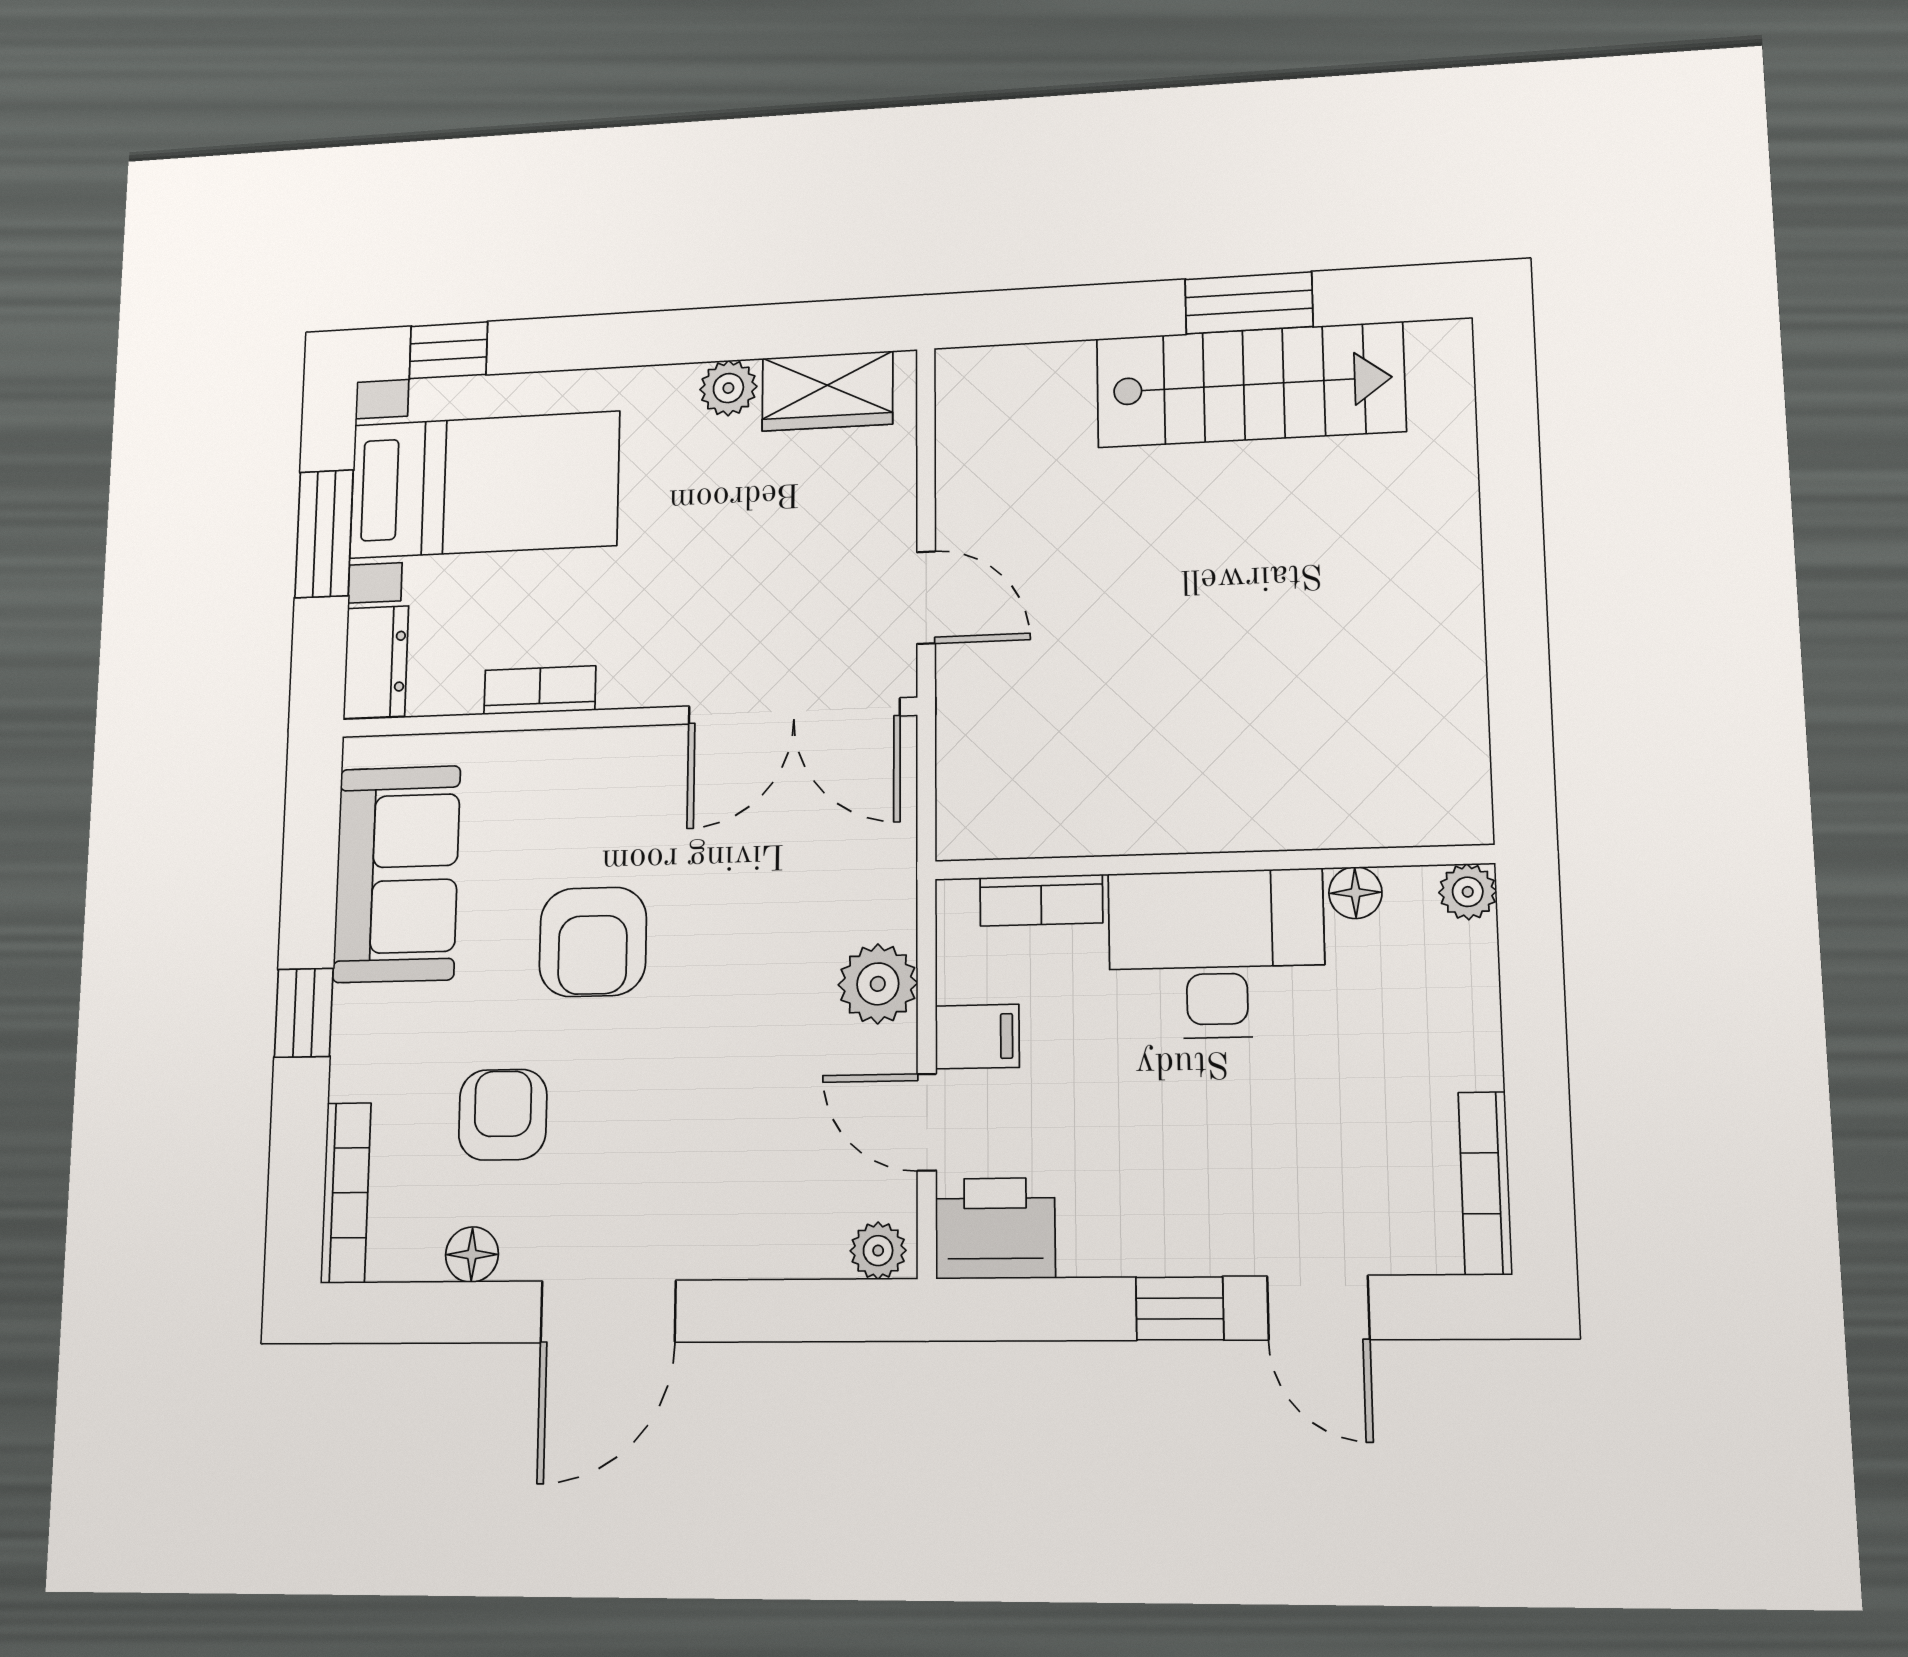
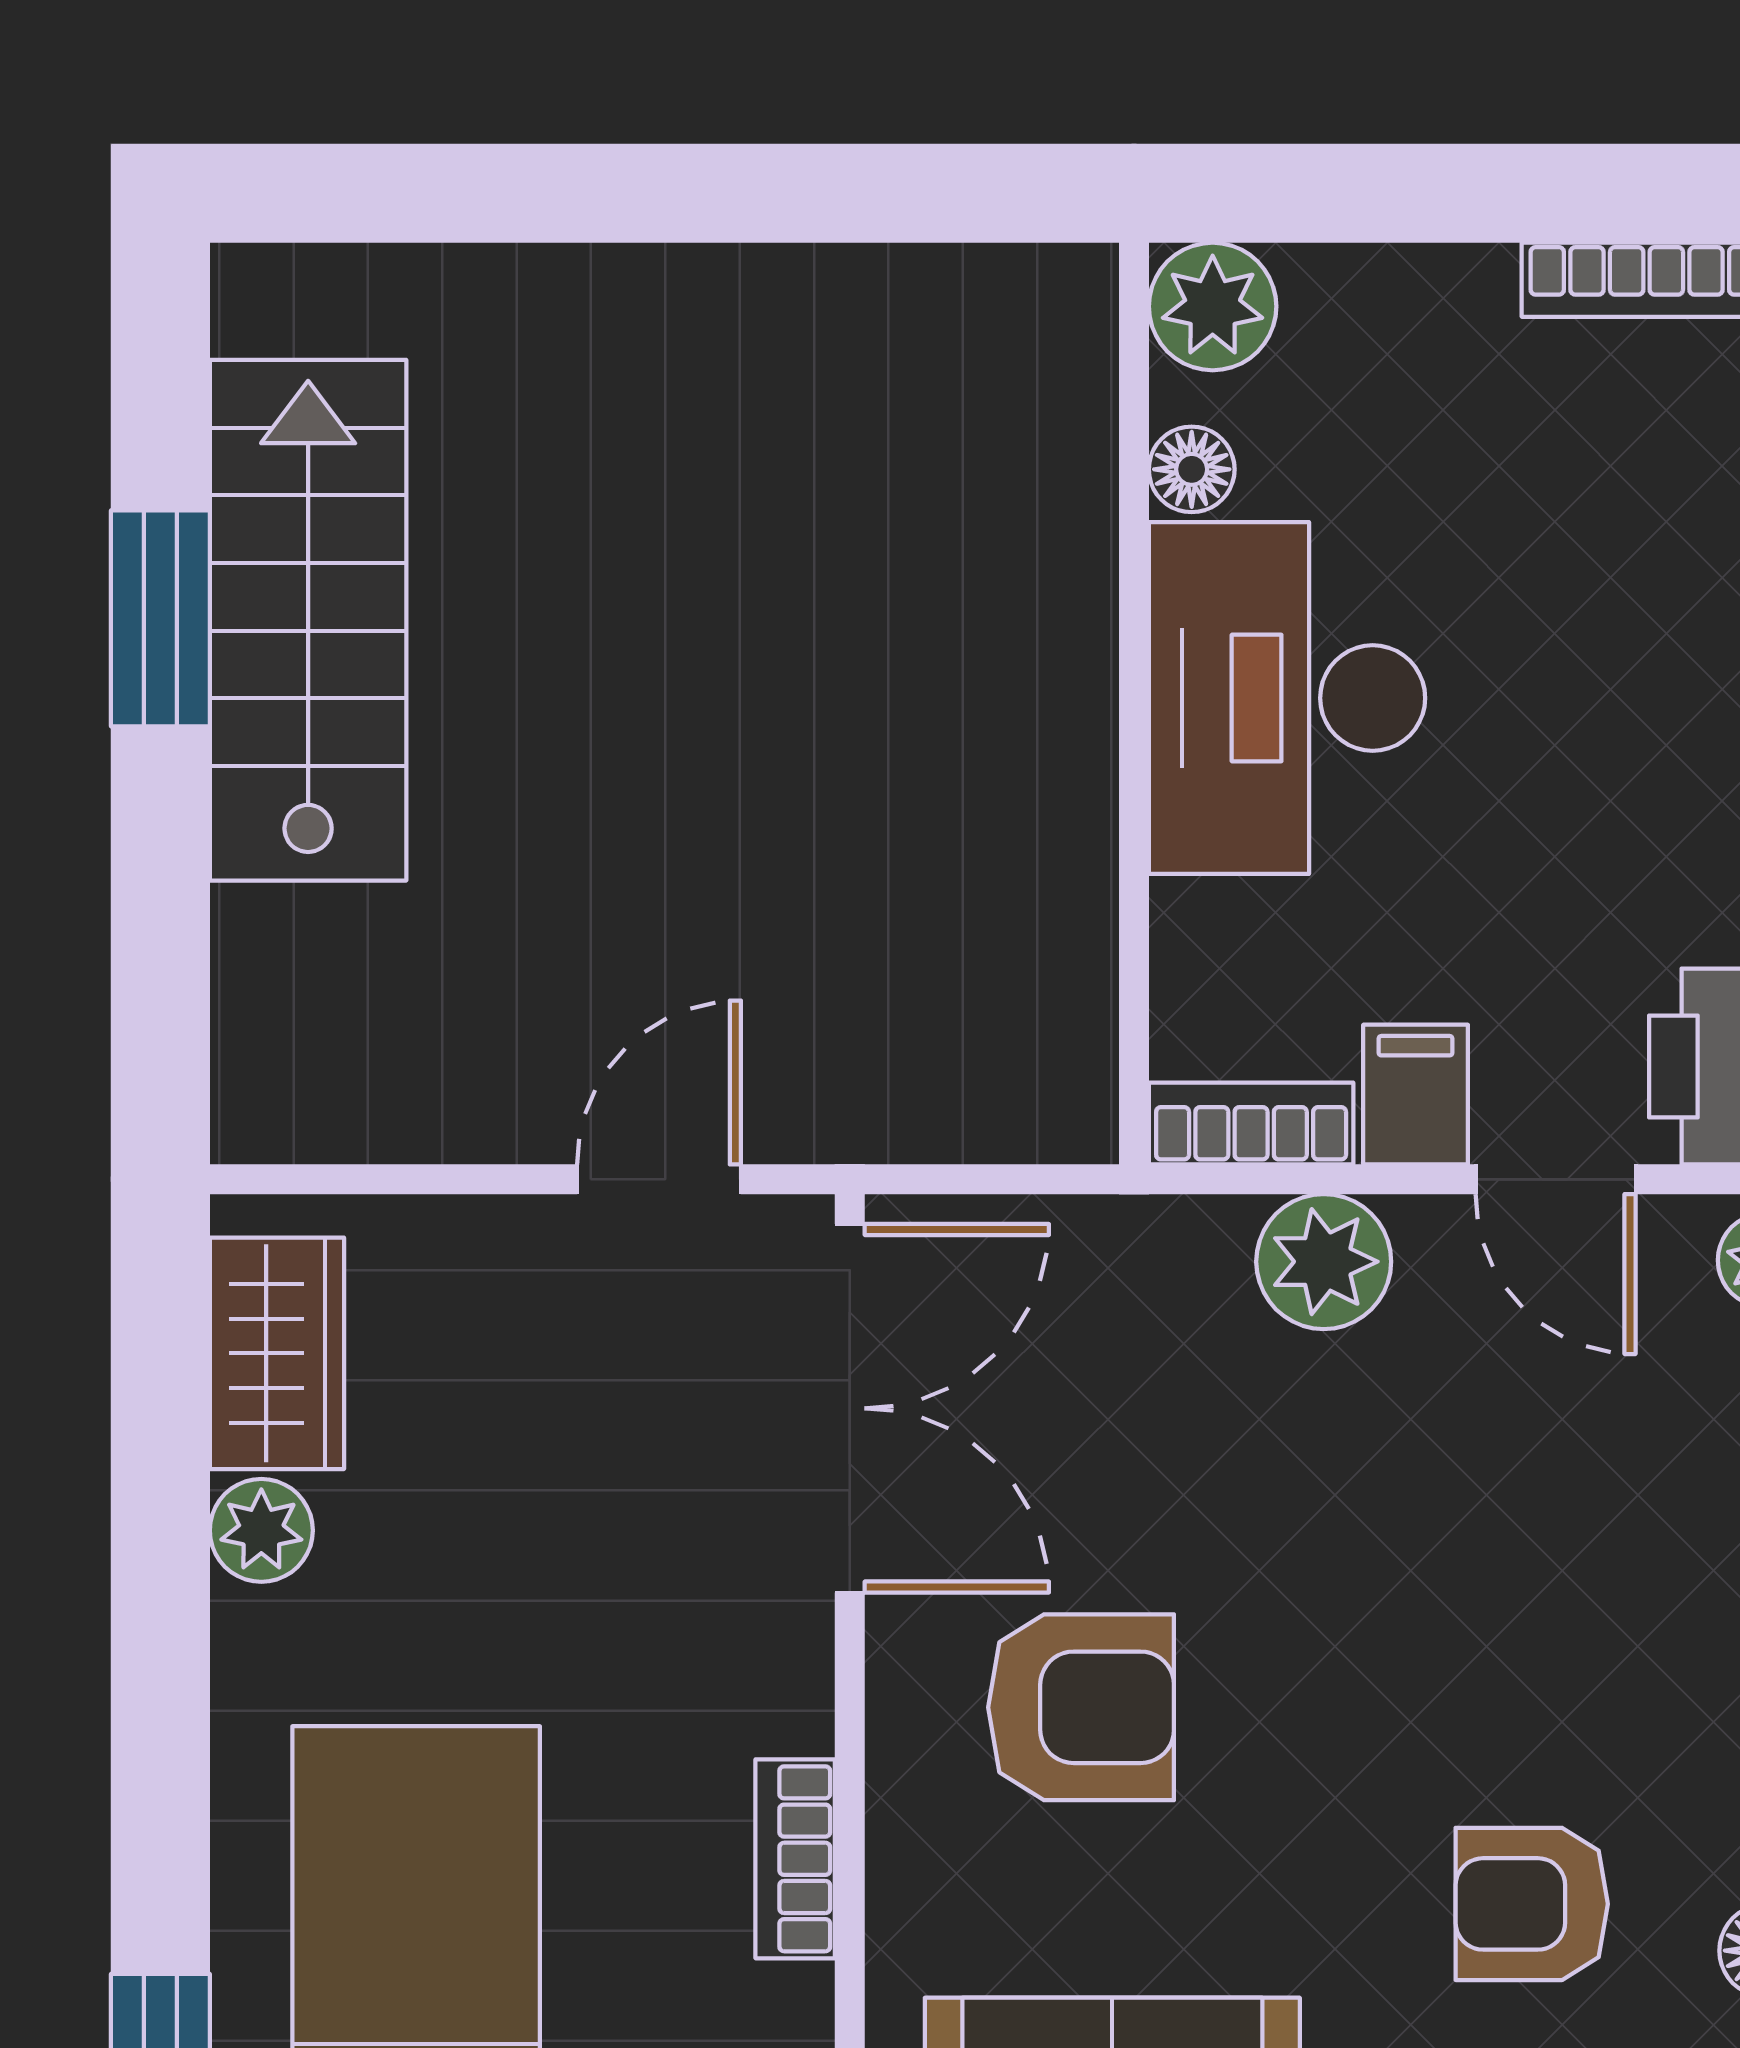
plant: (1468, 892) -> (1213, 306), width x1.38, depth x1.38
bookcase: (1041, 900) -> (1251, 1124), moved, turned -90
armchair: (593, 942) -> (1081, 1707), moved
door: (927, 1122) -> (1556, 1179), hinge flipped

